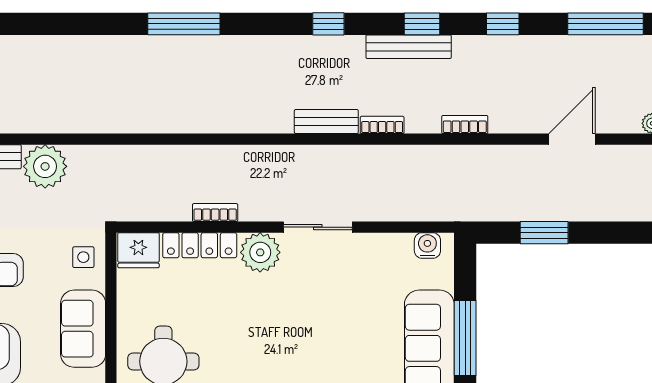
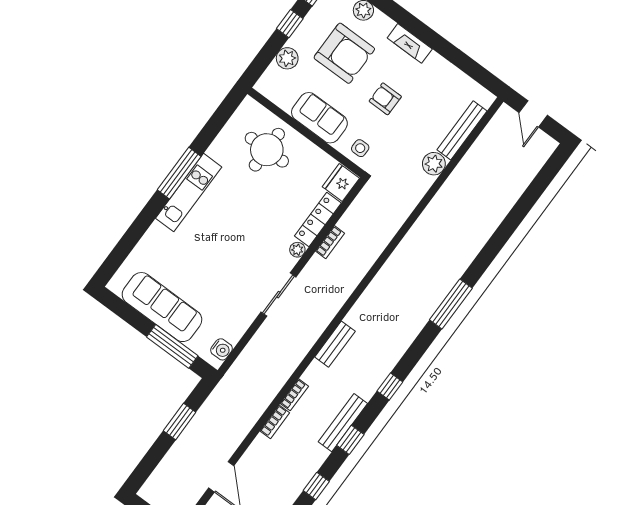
bookcase: (382, 125) -> (294, 395), moved
plant: (45, 166) -> (434, 164), width x0.73, depth x0.73
plant: (260, 252) -> (297, 250), width x0.53, depth x0.53
window: (465, 338) -> (172, 346), moved

